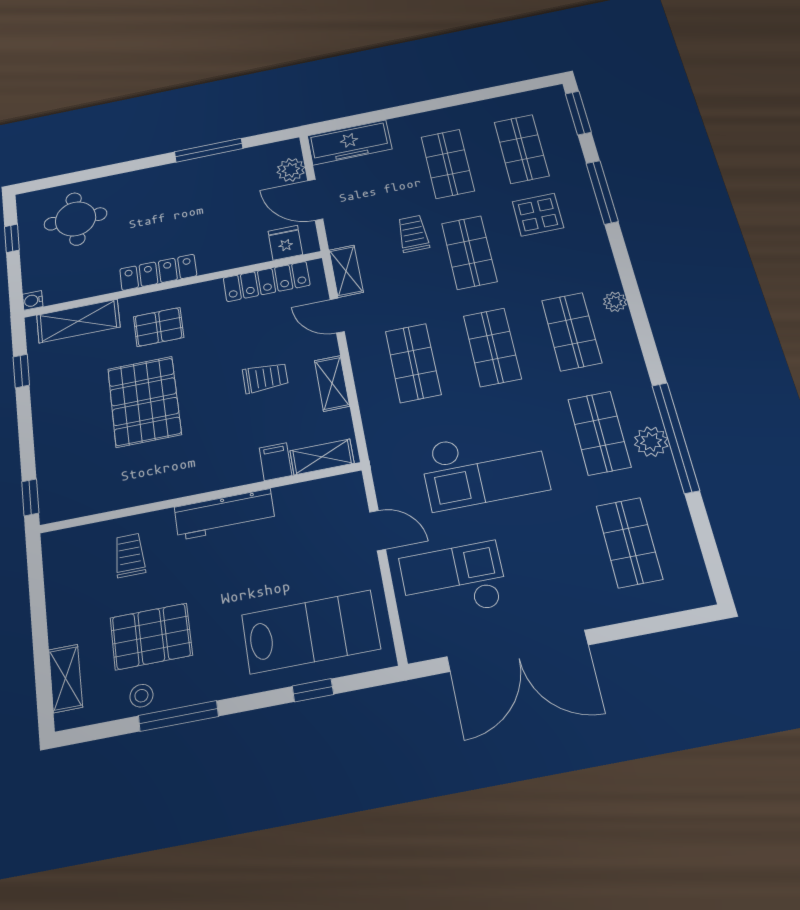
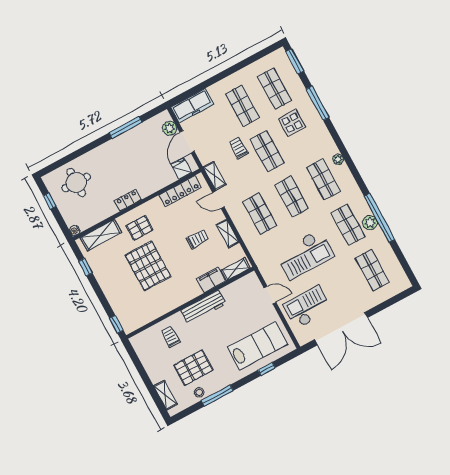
door: (315, 200) -> (187, 142), hinge flipped
locker: (158, 272) -> (128, 200), width x0.66
filing cabinet: (275, 462) -> (211, 280), width x2.00

